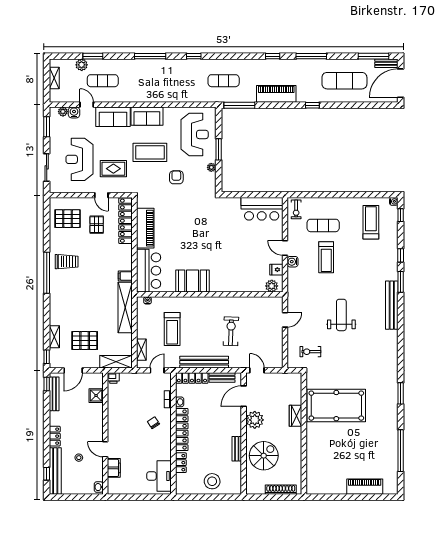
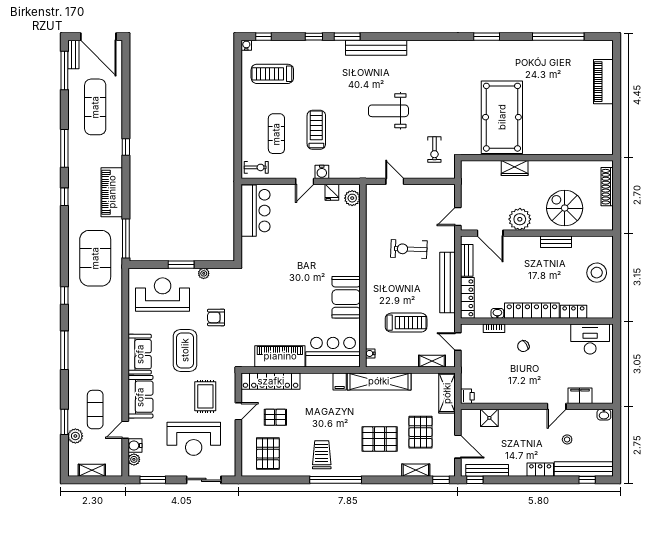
exercise mat: (224, 81) -> (95, 258), width x2.00, depth x1.45
treadmill: (326, 257) -> (316, 130), turned -90
pallet: (79, 308) -> (380, 439), added

